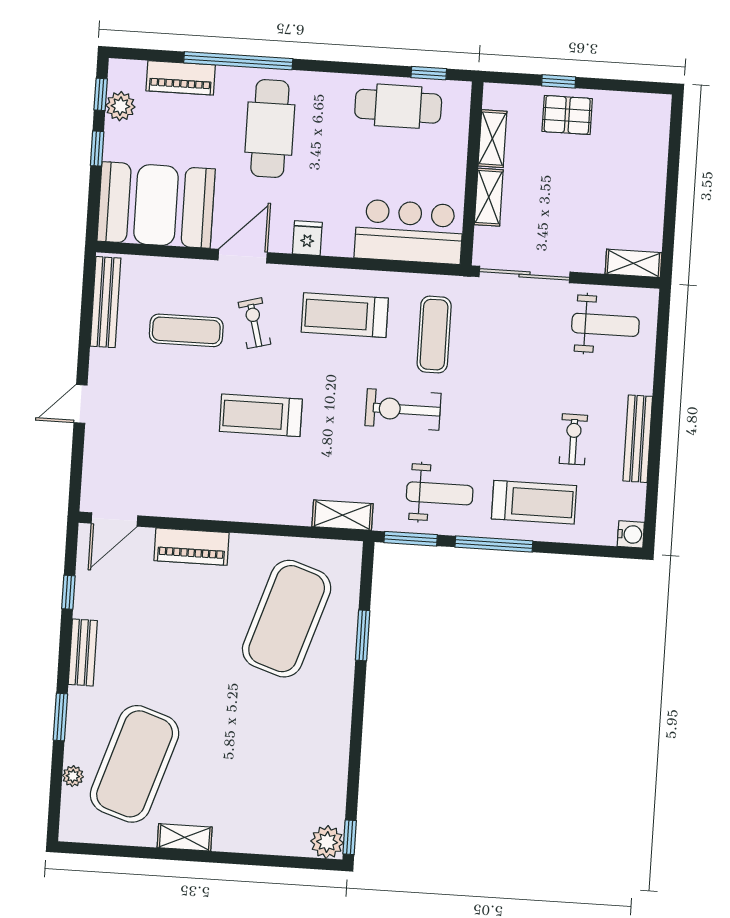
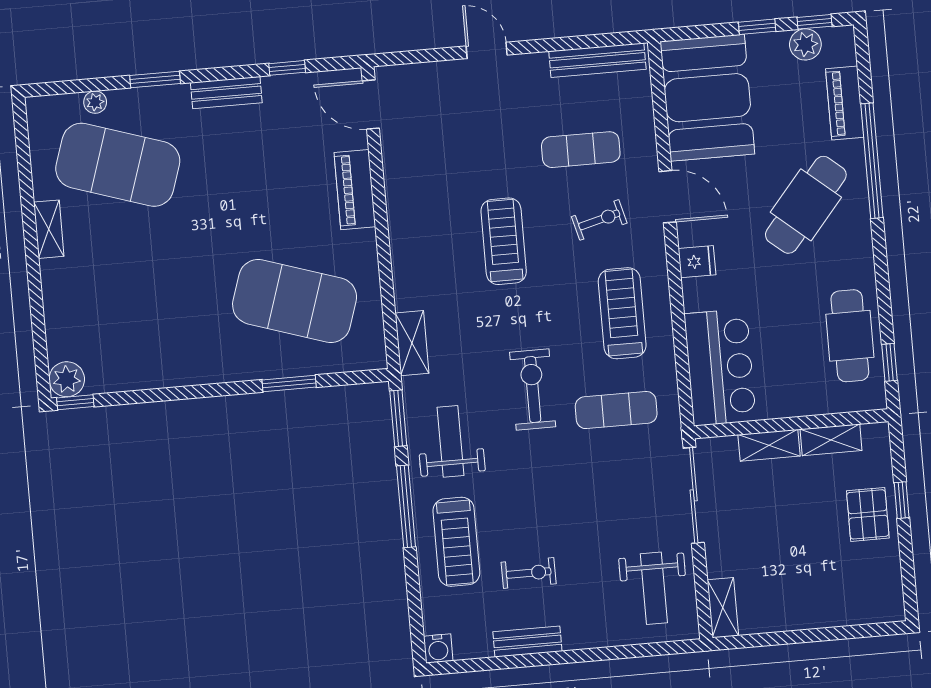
cafe table: (270, 129) -> (806, 205), turned -50
exercise mat: (186, 330) -> (581, 150), turned 90
bench: (638, 439) -> (527, 641), width x0.73
weight bench: (440, 493) -> (450, 441), turned 180

